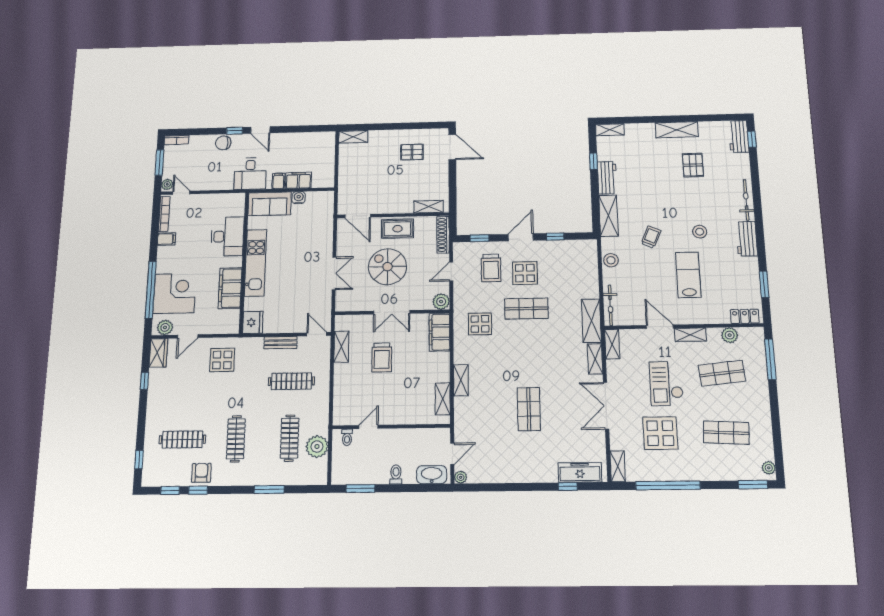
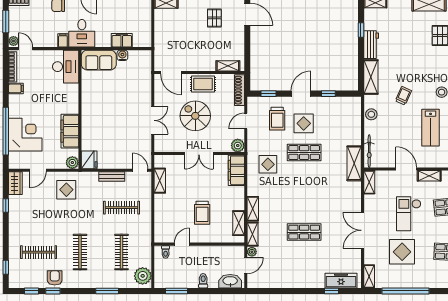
pallet: (412, 152) -> (214, 18), turned 90
filing cabinet: (278, 181) -> (63, 40), moved
desk: (227, 236) -> (66, 67), moved
kitchen unit: (255, 263) -> (89, 110), removed
lab bench: (688, 275) -> (431, 128), turned 180
plant: (165, 327) -> (72, 163), moved
trolley: (382, 357) -> (202, 213), moved
shelving: (595, 359) -> (253, 234), moved
shop shelf: (529, 409) -> (304, 232), turned 90
plant: (317, 447) -> (143, 276), moved
plant: (461, 477) -> (252, 252), moved

